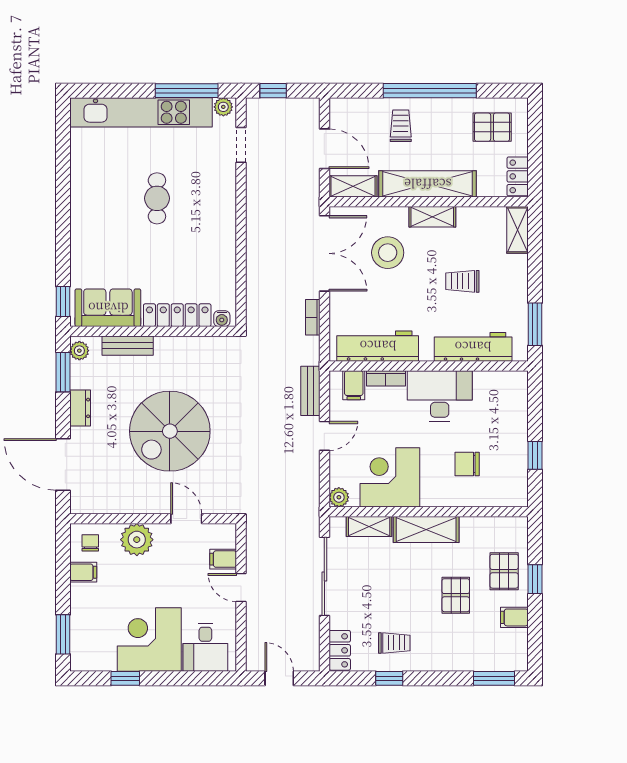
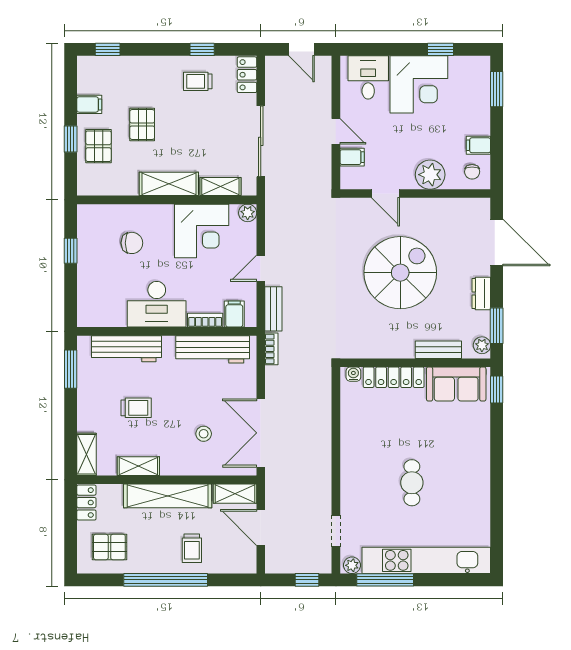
shelving: (432, 217) -> (138, 466), moved
stool: (388, 253) -> (204, 434), width x0.53, depth x0.53
bookcase: (313, 317) -> (271, 349), moved
window: (494, 678) -> (108, 49), width x0.67

